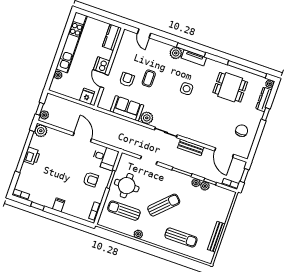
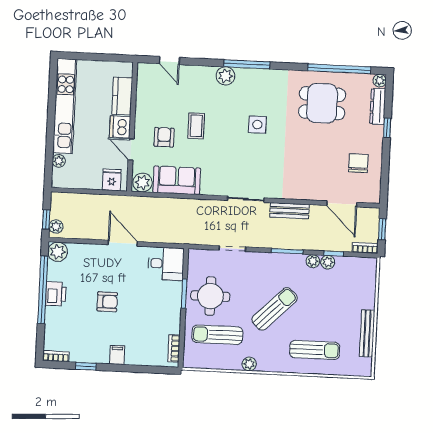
kitchen counter: (112, 37) -> (122, 96), moved
tv unit: (194, 58) -> (255, 75), removed
plant: (147, 118) -> (142, 183), moved
armchair: (91, 180) -> (107, 302), moved

